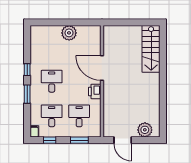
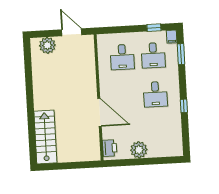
printer: (95, 91) -> (110, 148), moved
window: (27, 94) -> (181, 54), moved
window: (79, 140) -> (120, 30), removed

